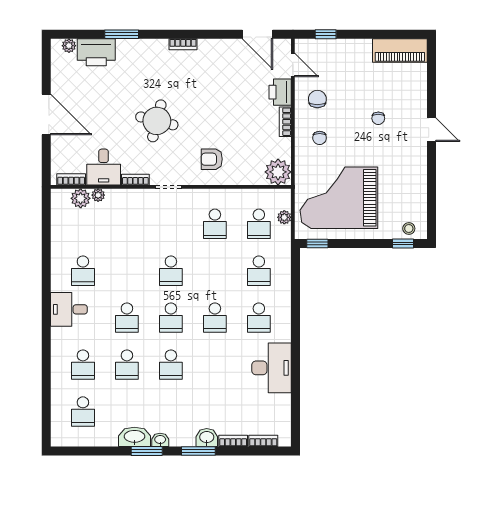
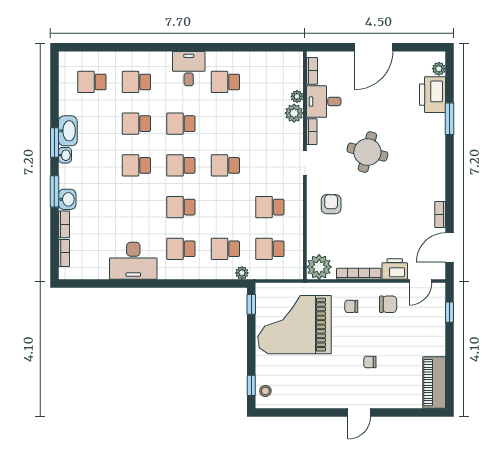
bookcase: (183, 44) -> (440, 214), moved
bookcase: (285, 122) -> (359, 274), width x1.56
plant: (81, 198) -> (294, 113), moved
grand piano: (339, 198) -> (295, 325), turned -90
plant: (284, 217) -> (242, 273), moved

